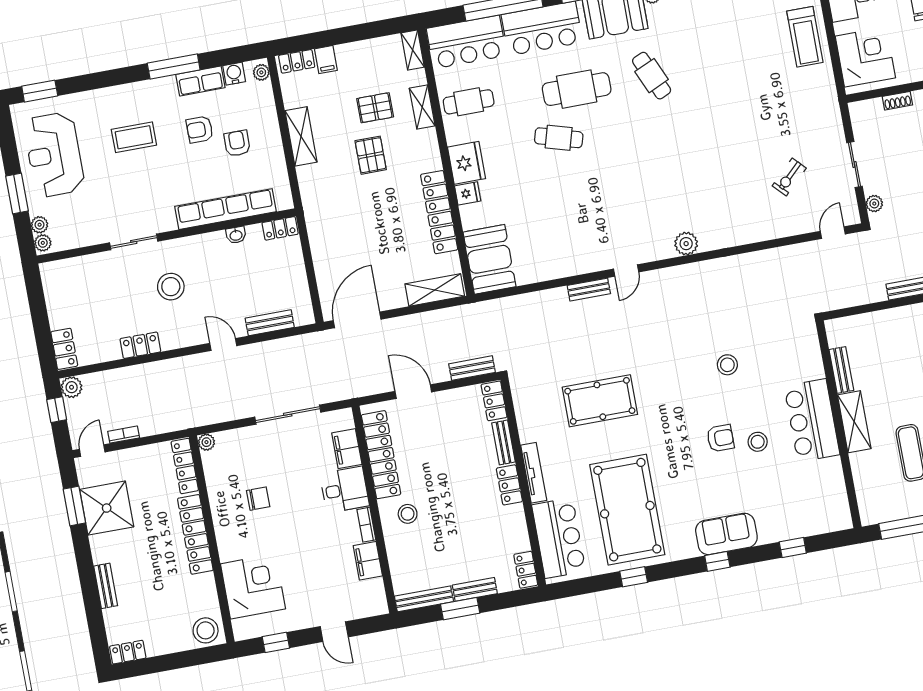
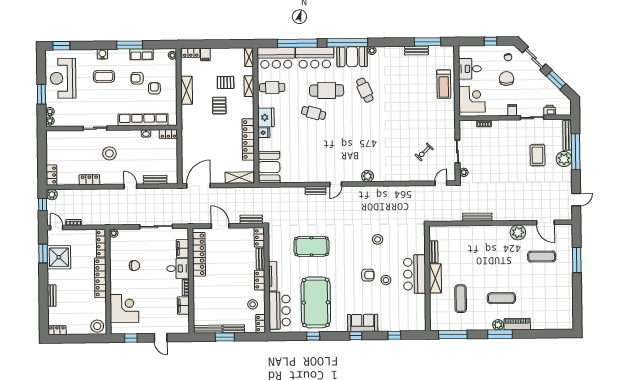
water cooler: (234, 74) -> (102, 54), moved
door: (92, 451) -> (57, 228), hinge flipped
stool: (408, 514) -> (253, 304), moved

